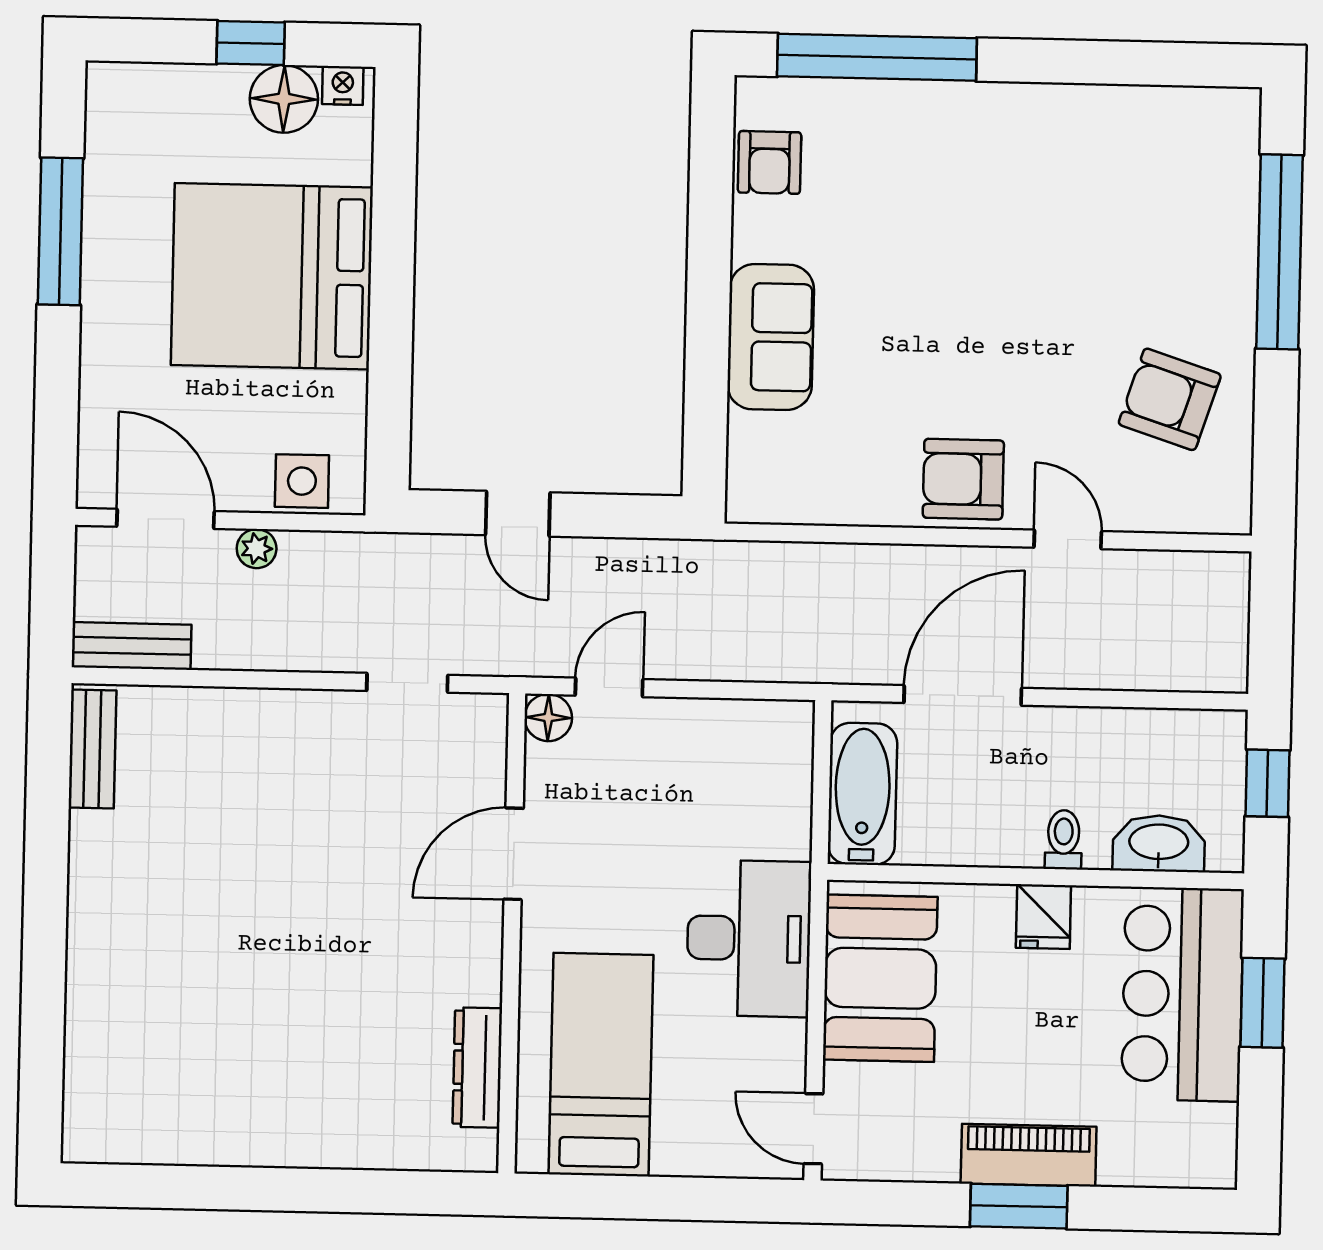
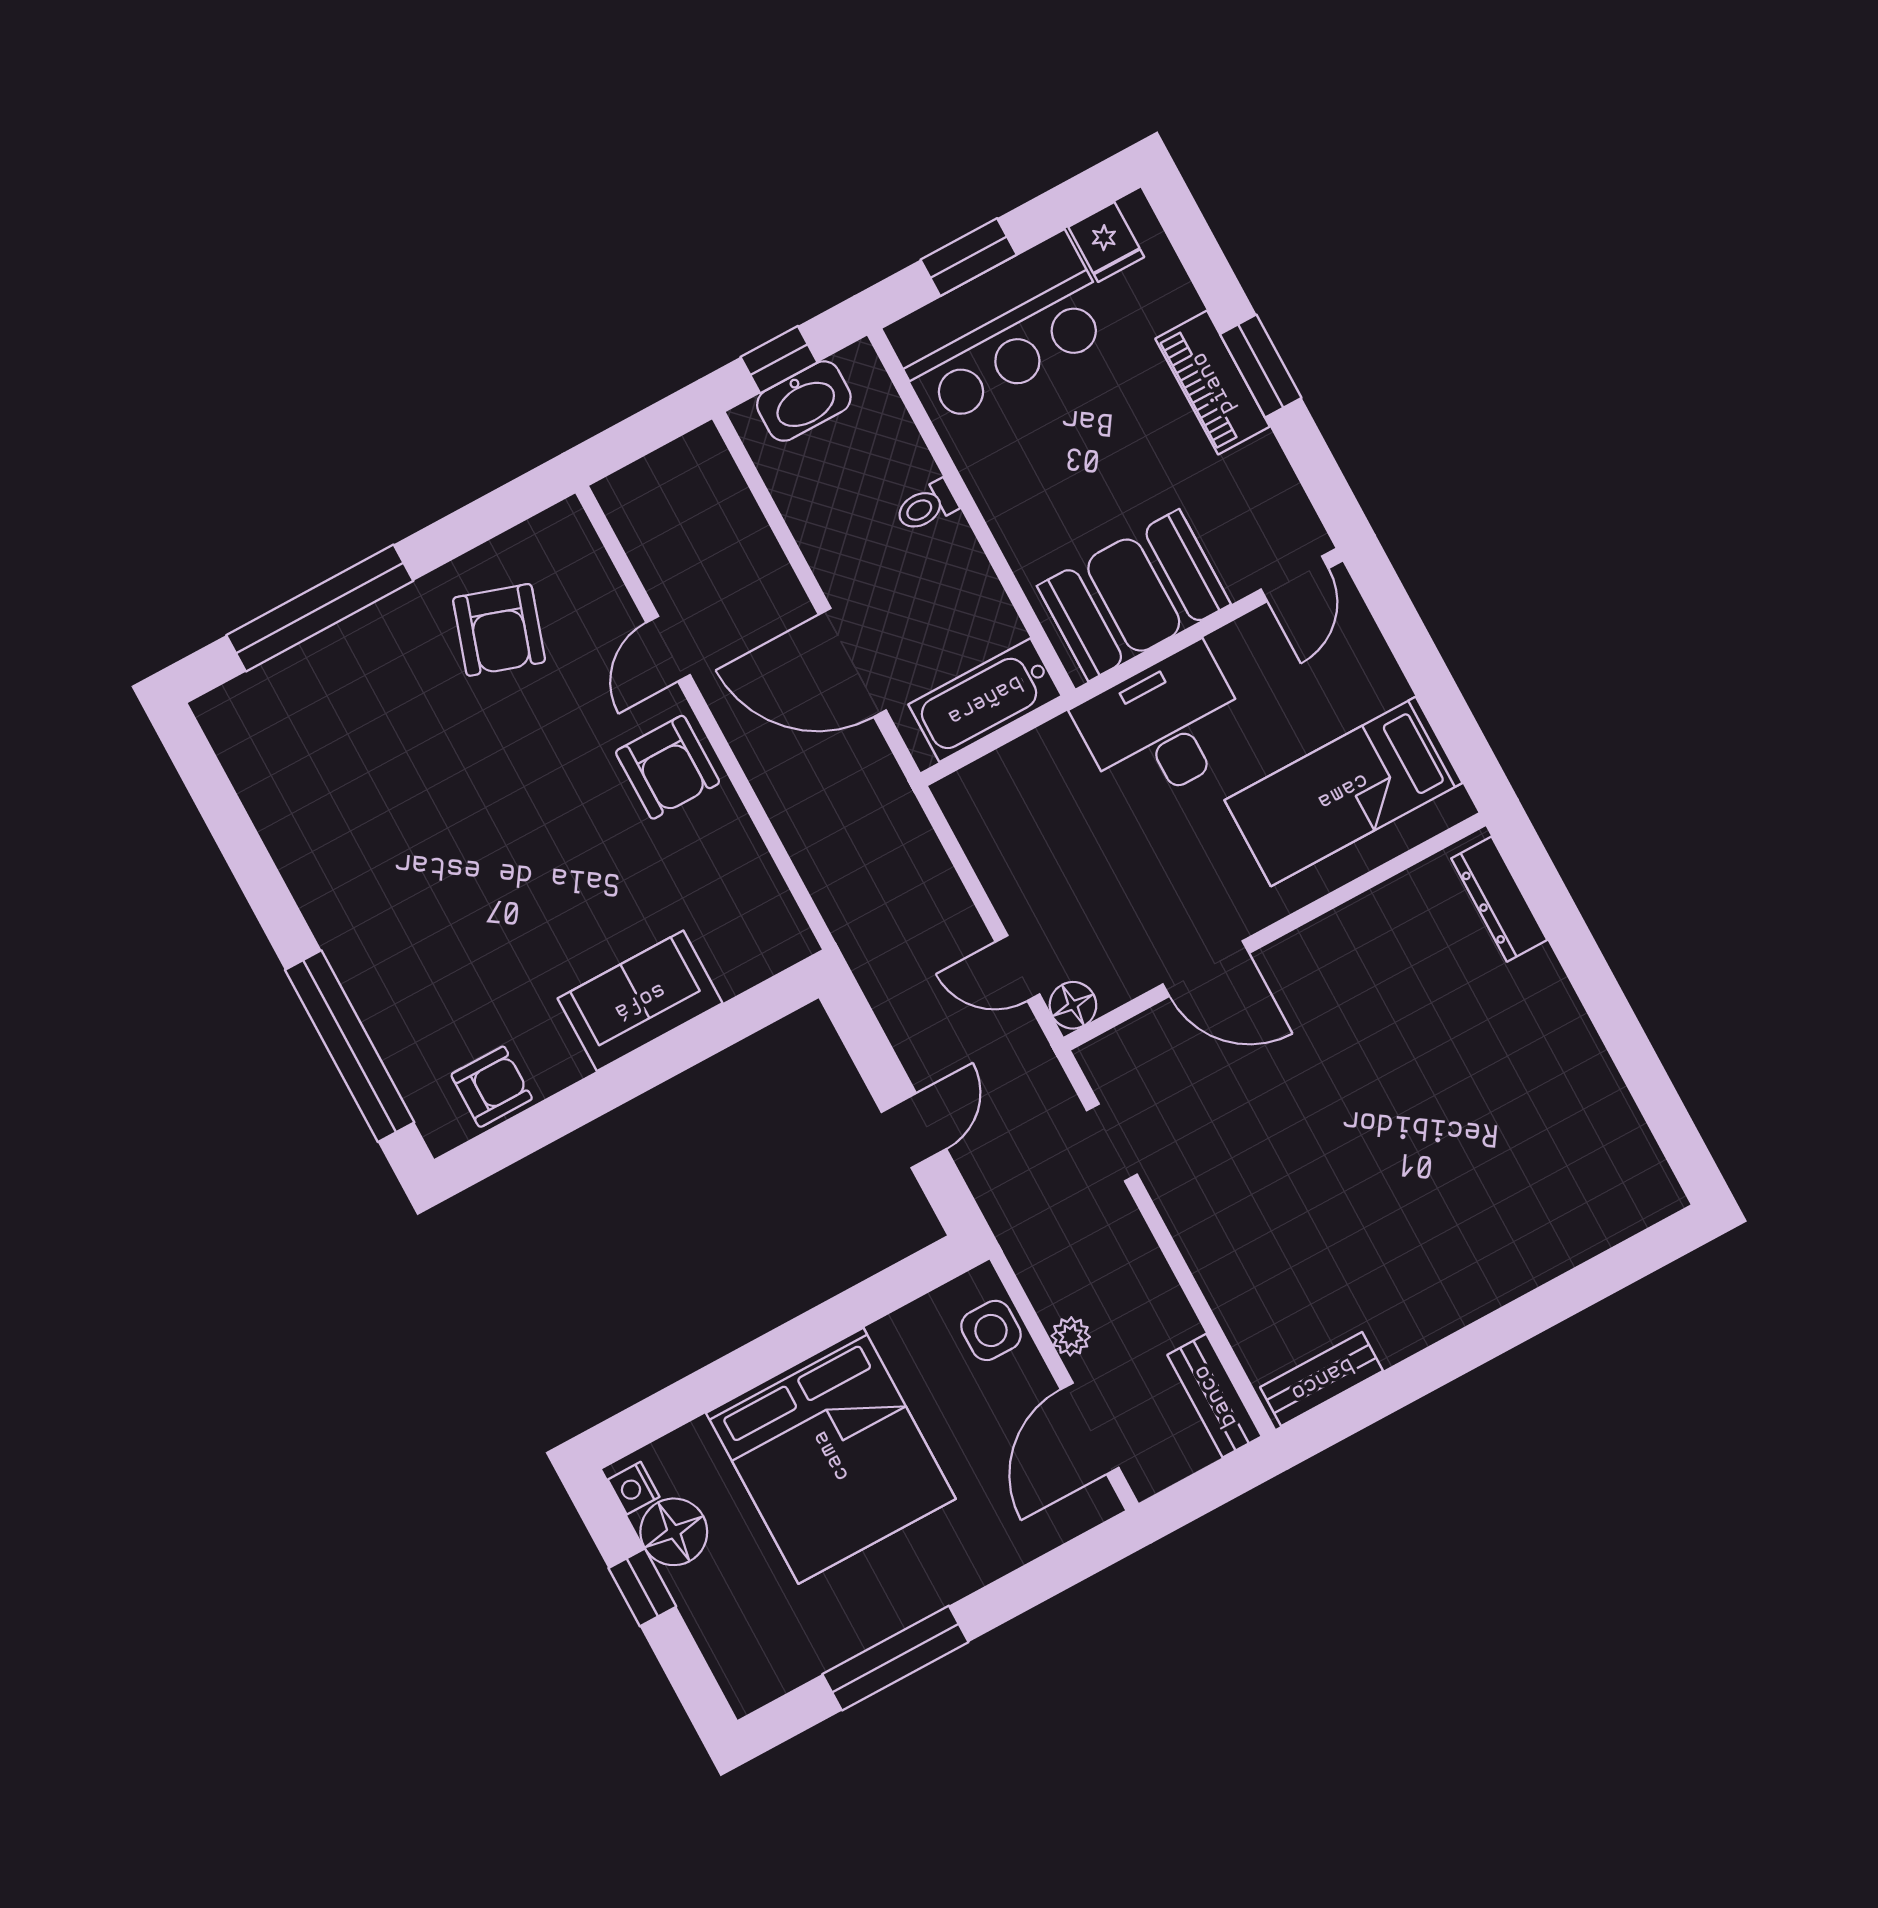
washbasin: (1159, 843) -> (804, 401), moved, turned -90
fridge: (1043, 917) -> (1106, 242), moved, turned 90
dresser: (477, 1068) -> (1499, 899), moved, turned 90

